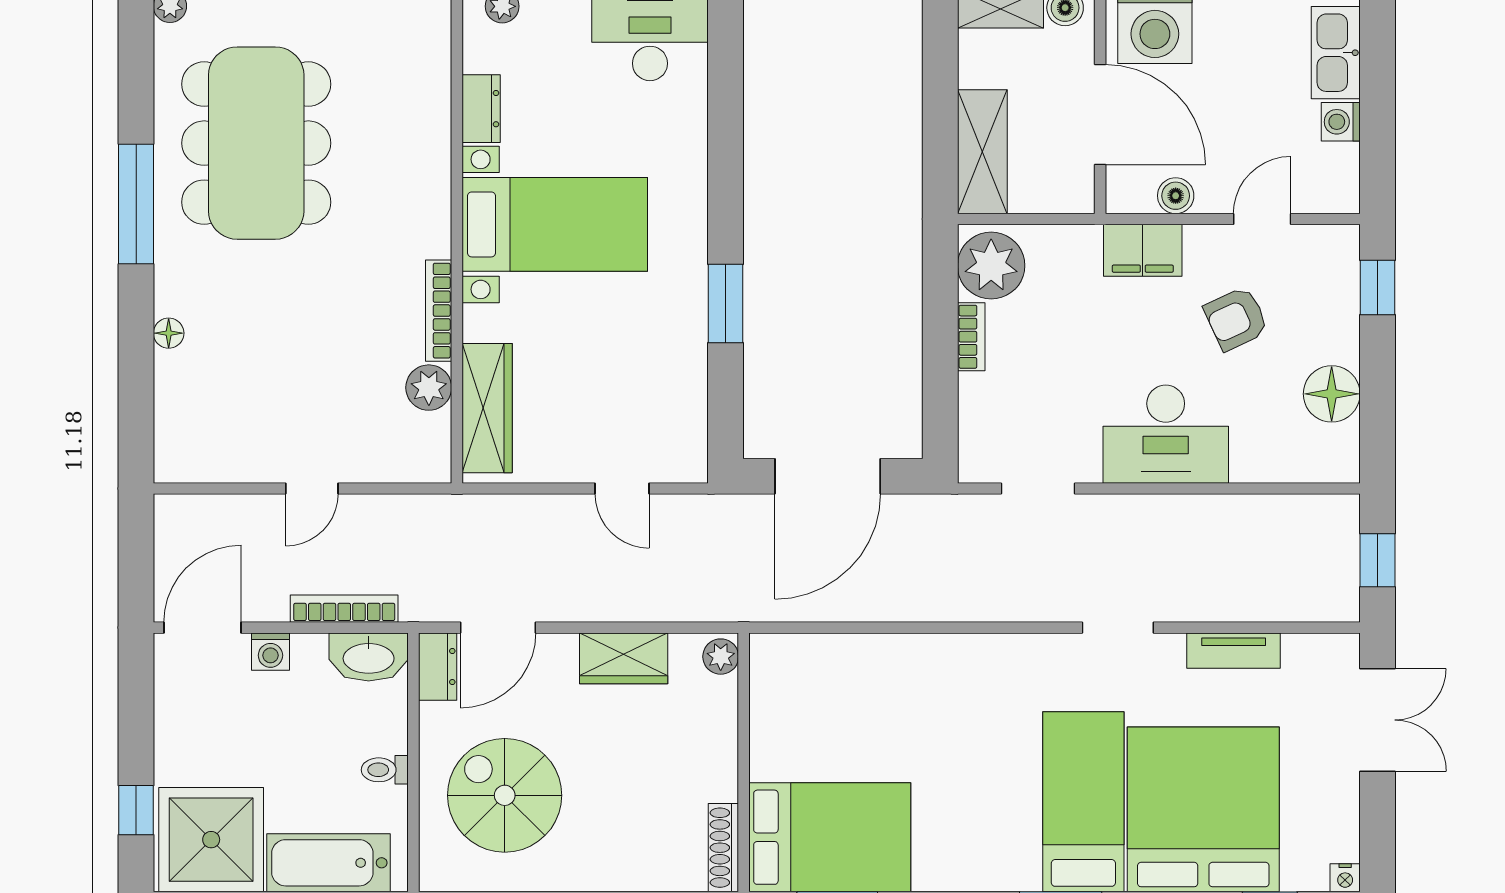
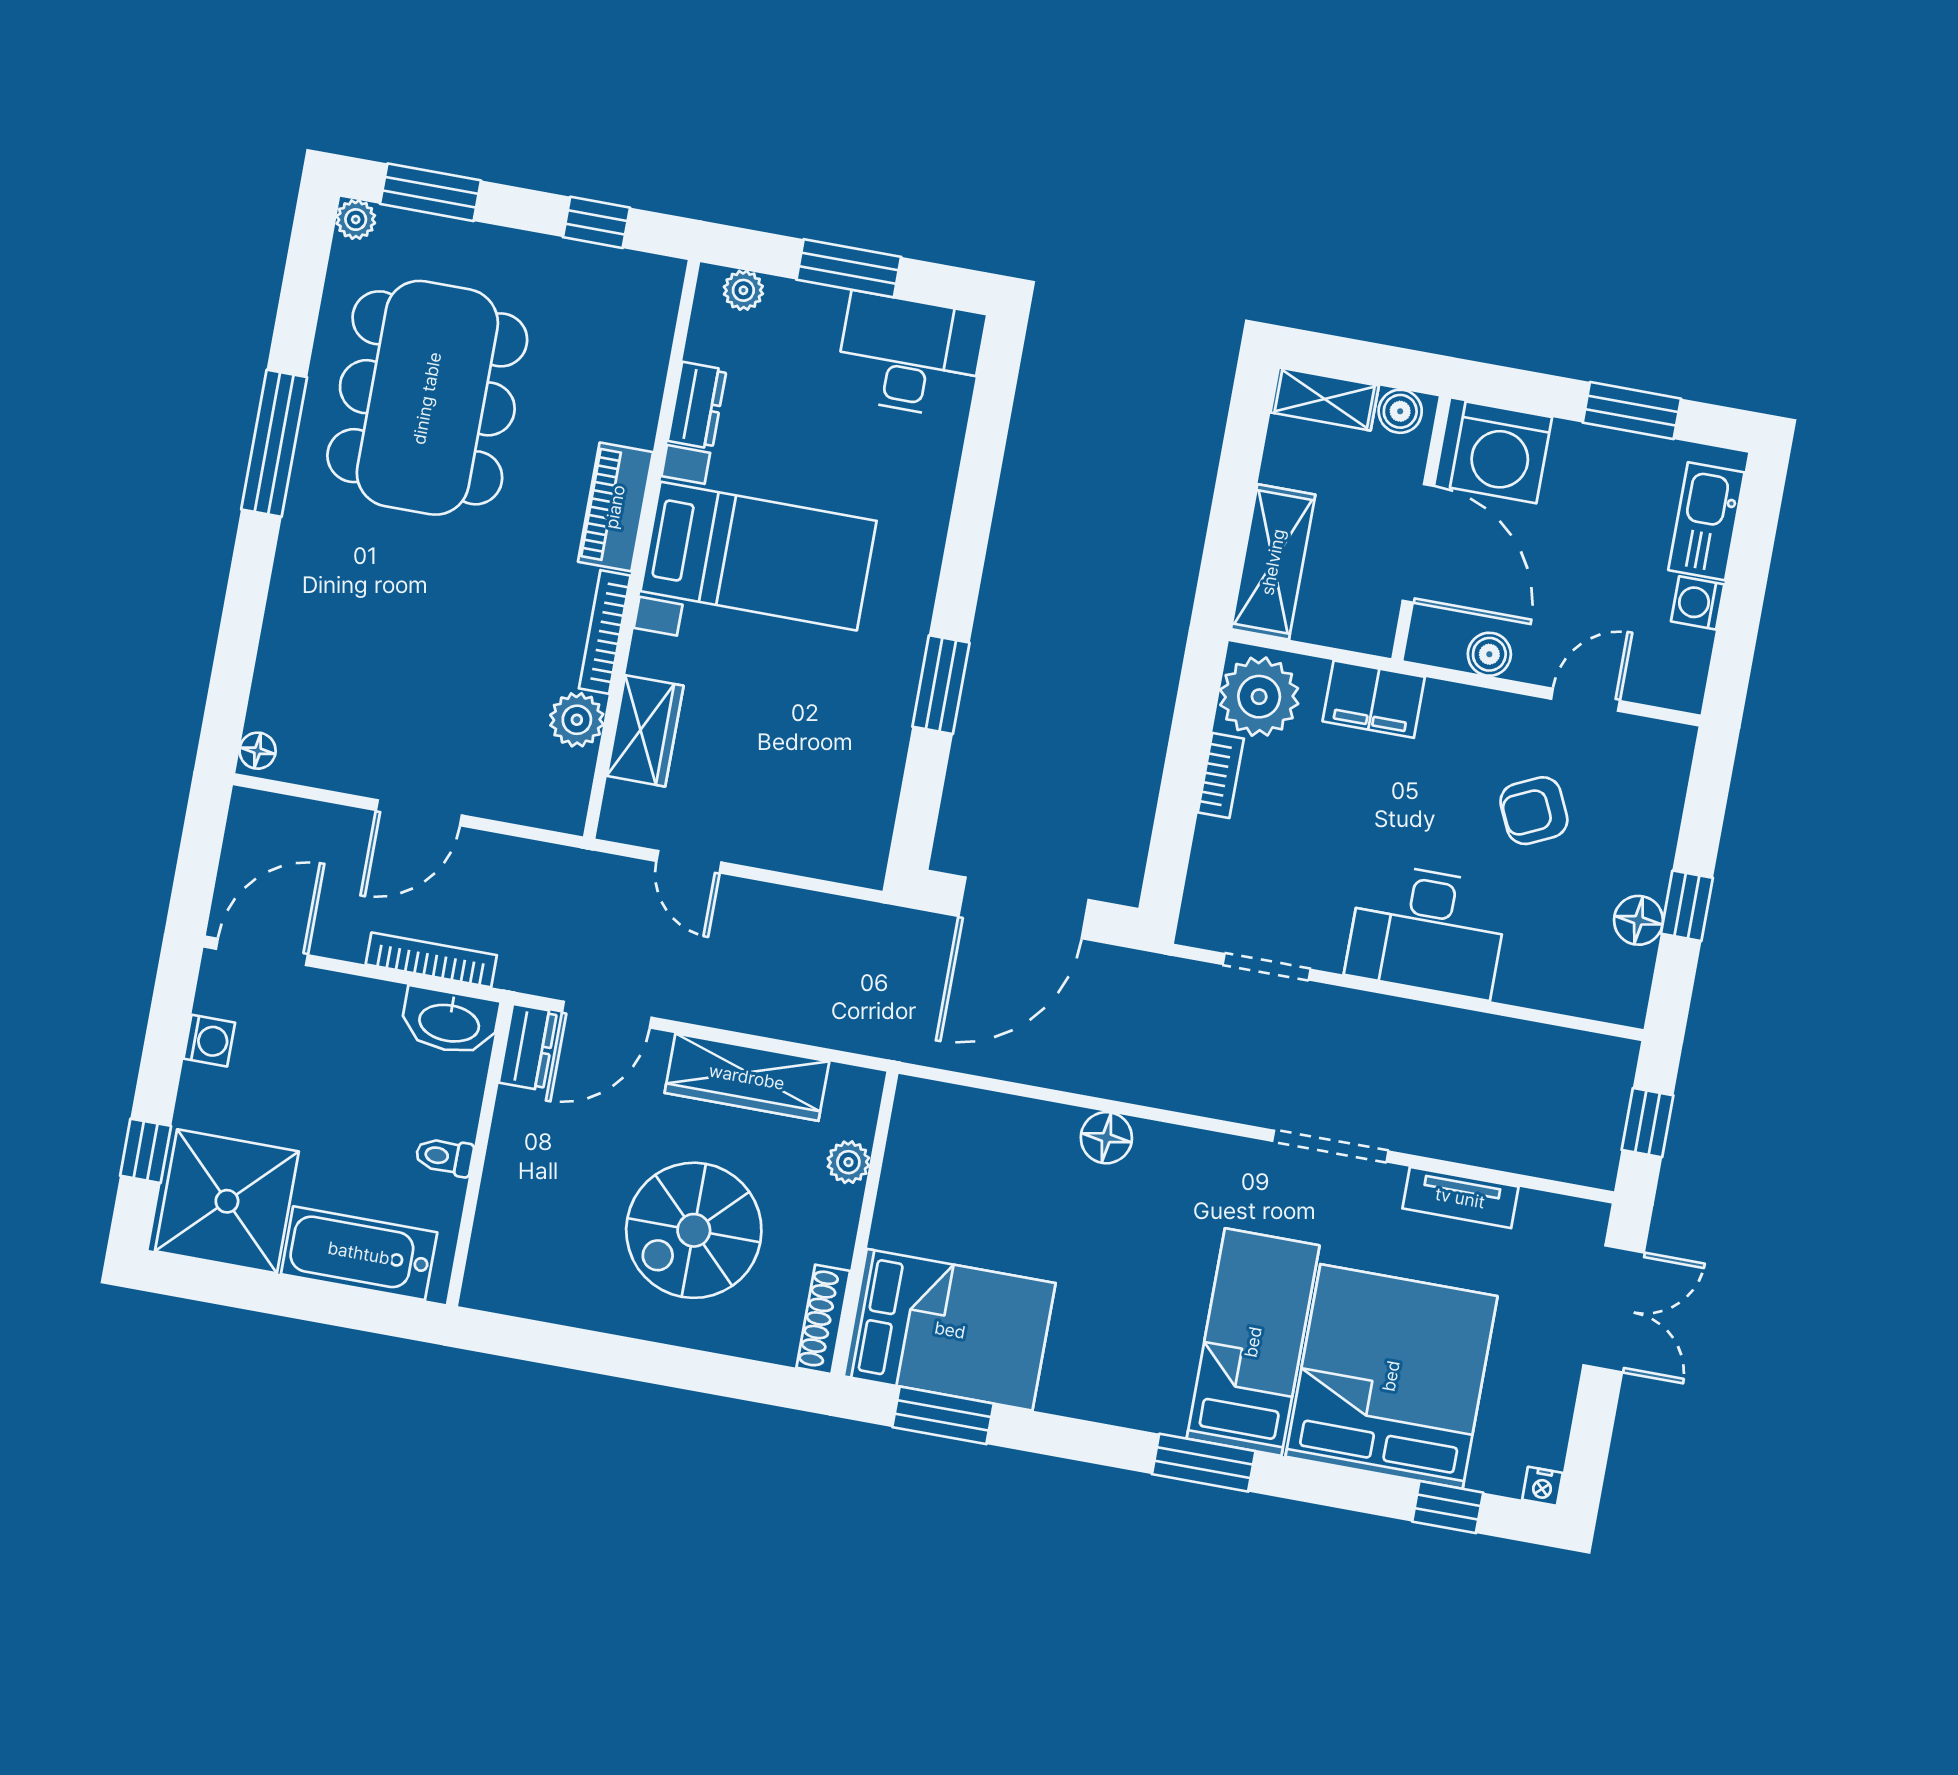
piano: (429, 205) -> (615, 507), added
filing cabinet: (1143, 250) -> (1374, 699), moved
window: (1377, 288) -> (1687, 906), moved
floor lamp: (169, 333) -> (258, 751), moved
floor lamp: (1332, 394) -> (1638, 920), width x0.73, depth x0.73
wardrobe: (487, 408) -> (645, 731), width x0.67
door: (312, 488) -> (419, 813), width x1.37
door: (622, 488) -> (689, 862), moved
doorway: (1118, 628) -> (1330, 1146), width x1.38
washing machine: (270, 652) -> (209, 1041), moved, turned -90
floor lamp: (931, 654) -> (1106, 1138), added
plant: (721, 657) -> (848, 1162), moved
wardrobe: (624, 658) -> (747, 1077), width x1.50
spiral stairs: (505, 795) -> (694, 1230), moved, turned -90

